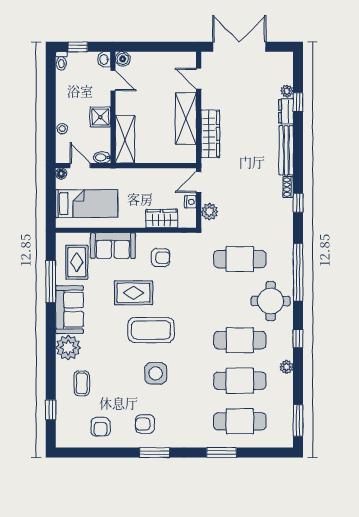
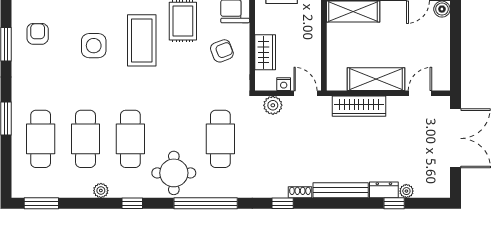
armchair: (160, 258) -> (222, 51), turned -111

